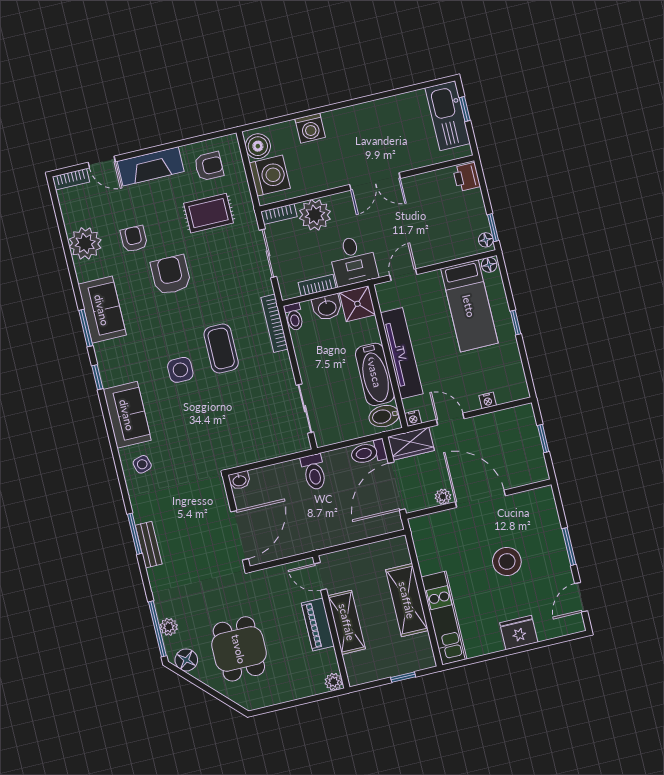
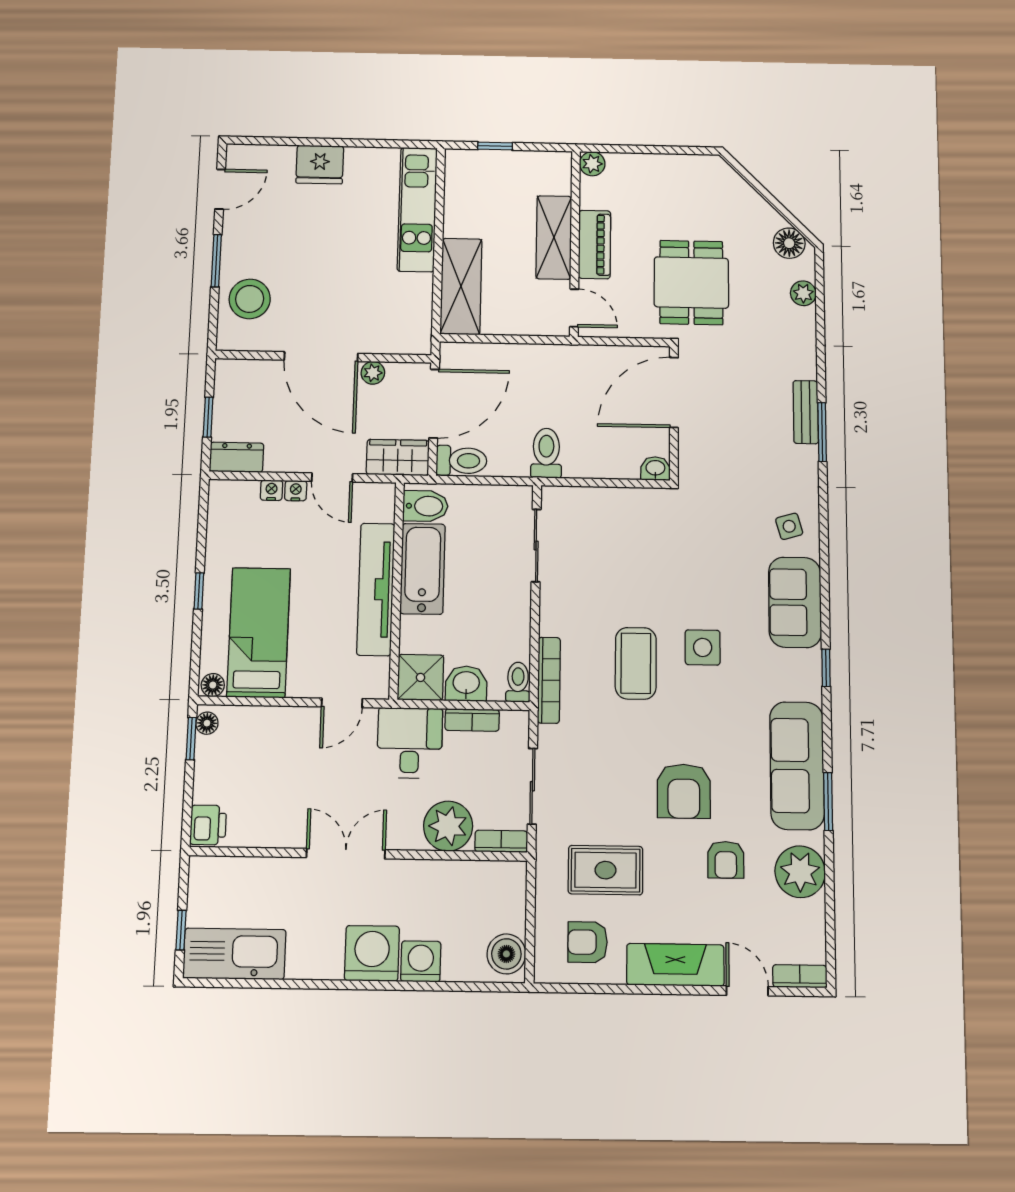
kitchen sink: (448, 116) -> (234, 954), moved, turned -90
washing machine: (270, 176) -> (372, 953), moved, turned 90
sofa: (102, 310) -> (797, 766), width x1.36
window: (86, 328) -> (828, 801), moved
dresser: (517, 416) -> (236, 457), added
nightstand: (413, 418) -> (296, 491), moved
stool: (507, 561) -> (250, 299), moved
shelving: (407, 600) -> (461, 286), moved
window: (157, 629) -> (820, 295), removed
dining table: (239, 649) -> (691, 283), moved

